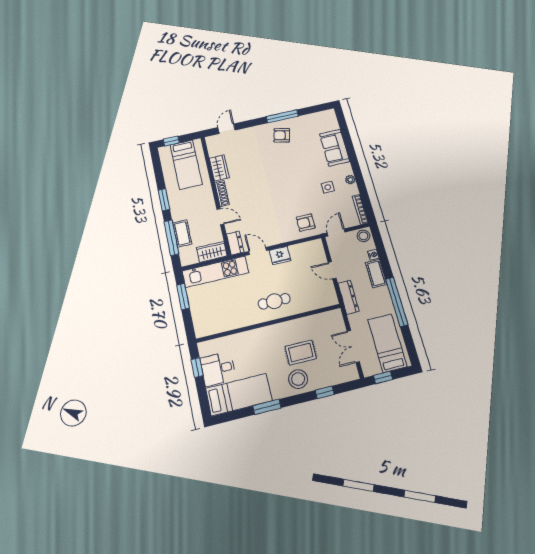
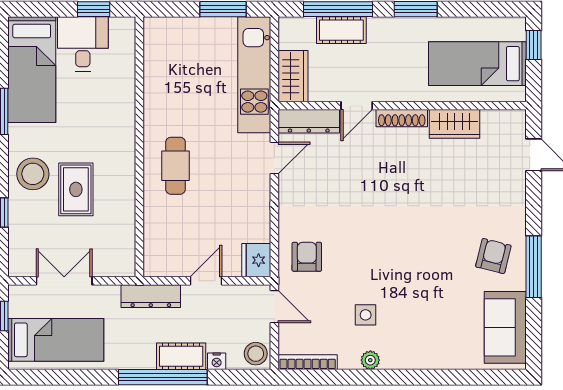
sofa: (335, 148) -> (505, 327), moved, turned -90
dresser: (235, 243) -> (309, 121), width x1.44
fridge: (280, 255) -> (256, 260), moved
window: (397, 302) -> (163, 377), moved

